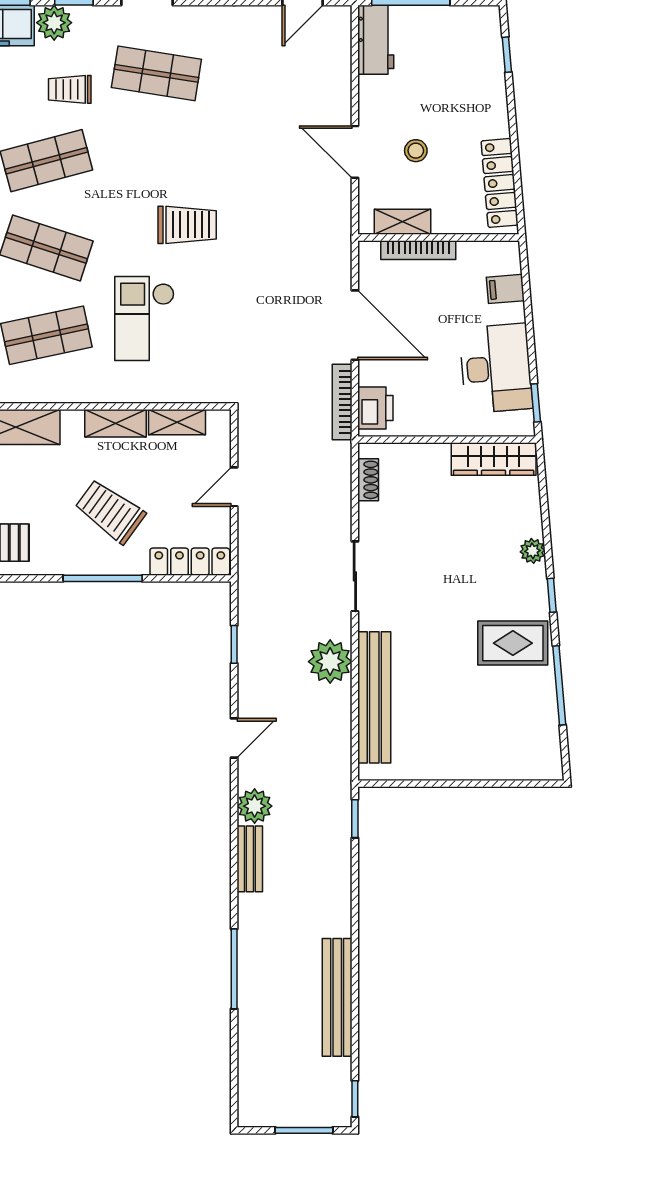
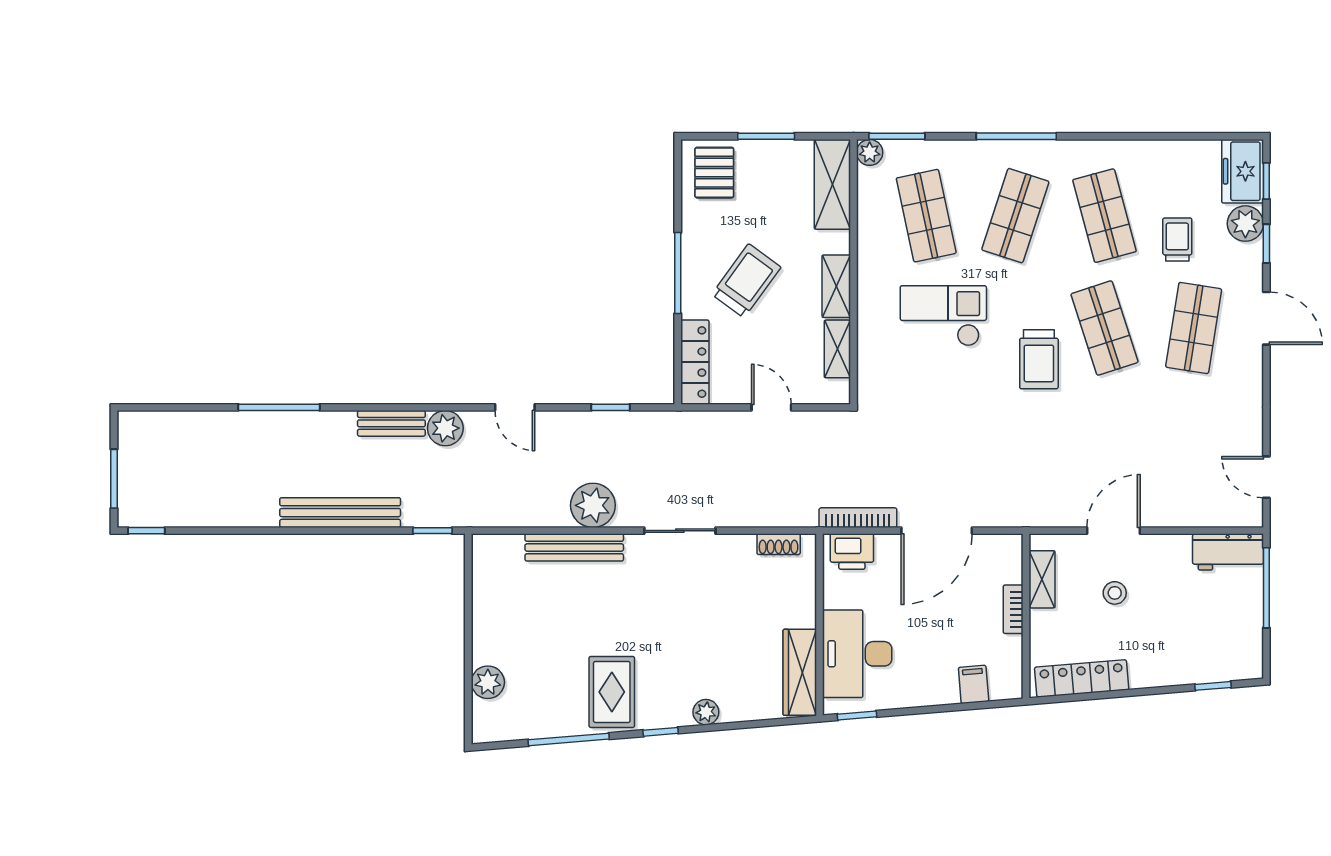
shop shelf: (156, 161) -> (1104, 328), added
bookcase: (418, 250) -> (1013, 609), width x0.64
desk: (496, 368) -> (857, 654), moved, turned 95
bench: (374, 697) -> (574, 547), width x0.73, depth x0.82
plant: (503, 764) -> (488, 682), added
bench: (337, 997) -> (340, 513), moved

